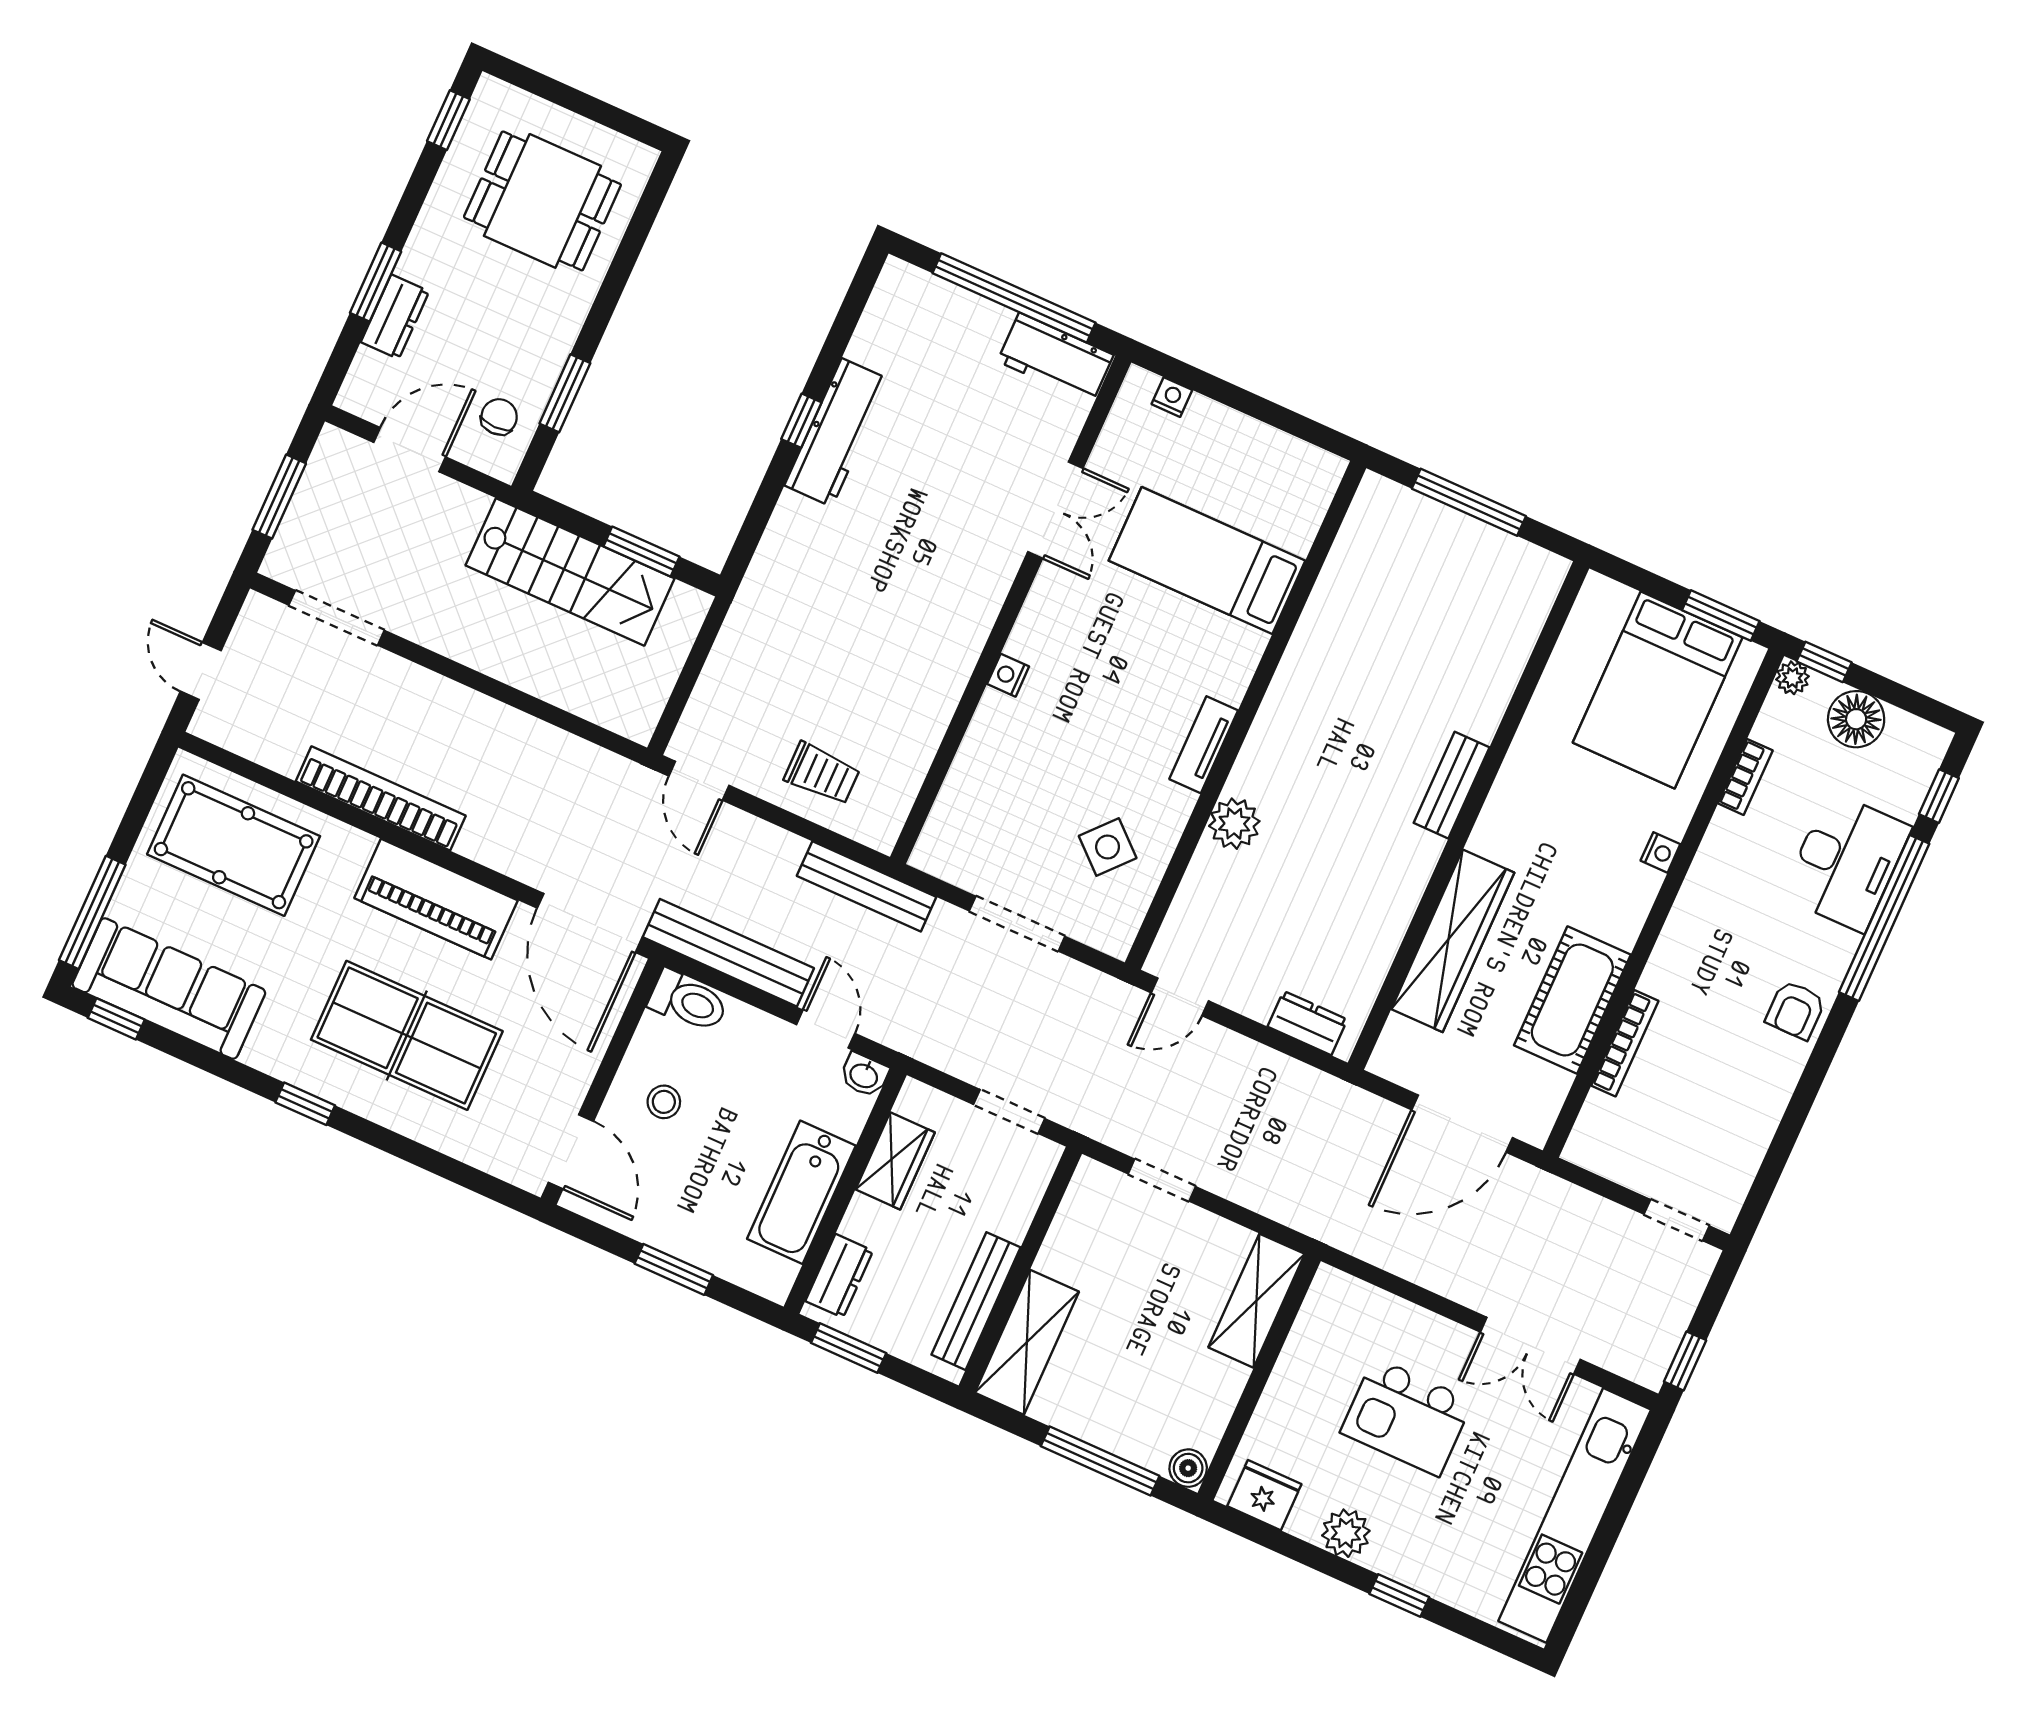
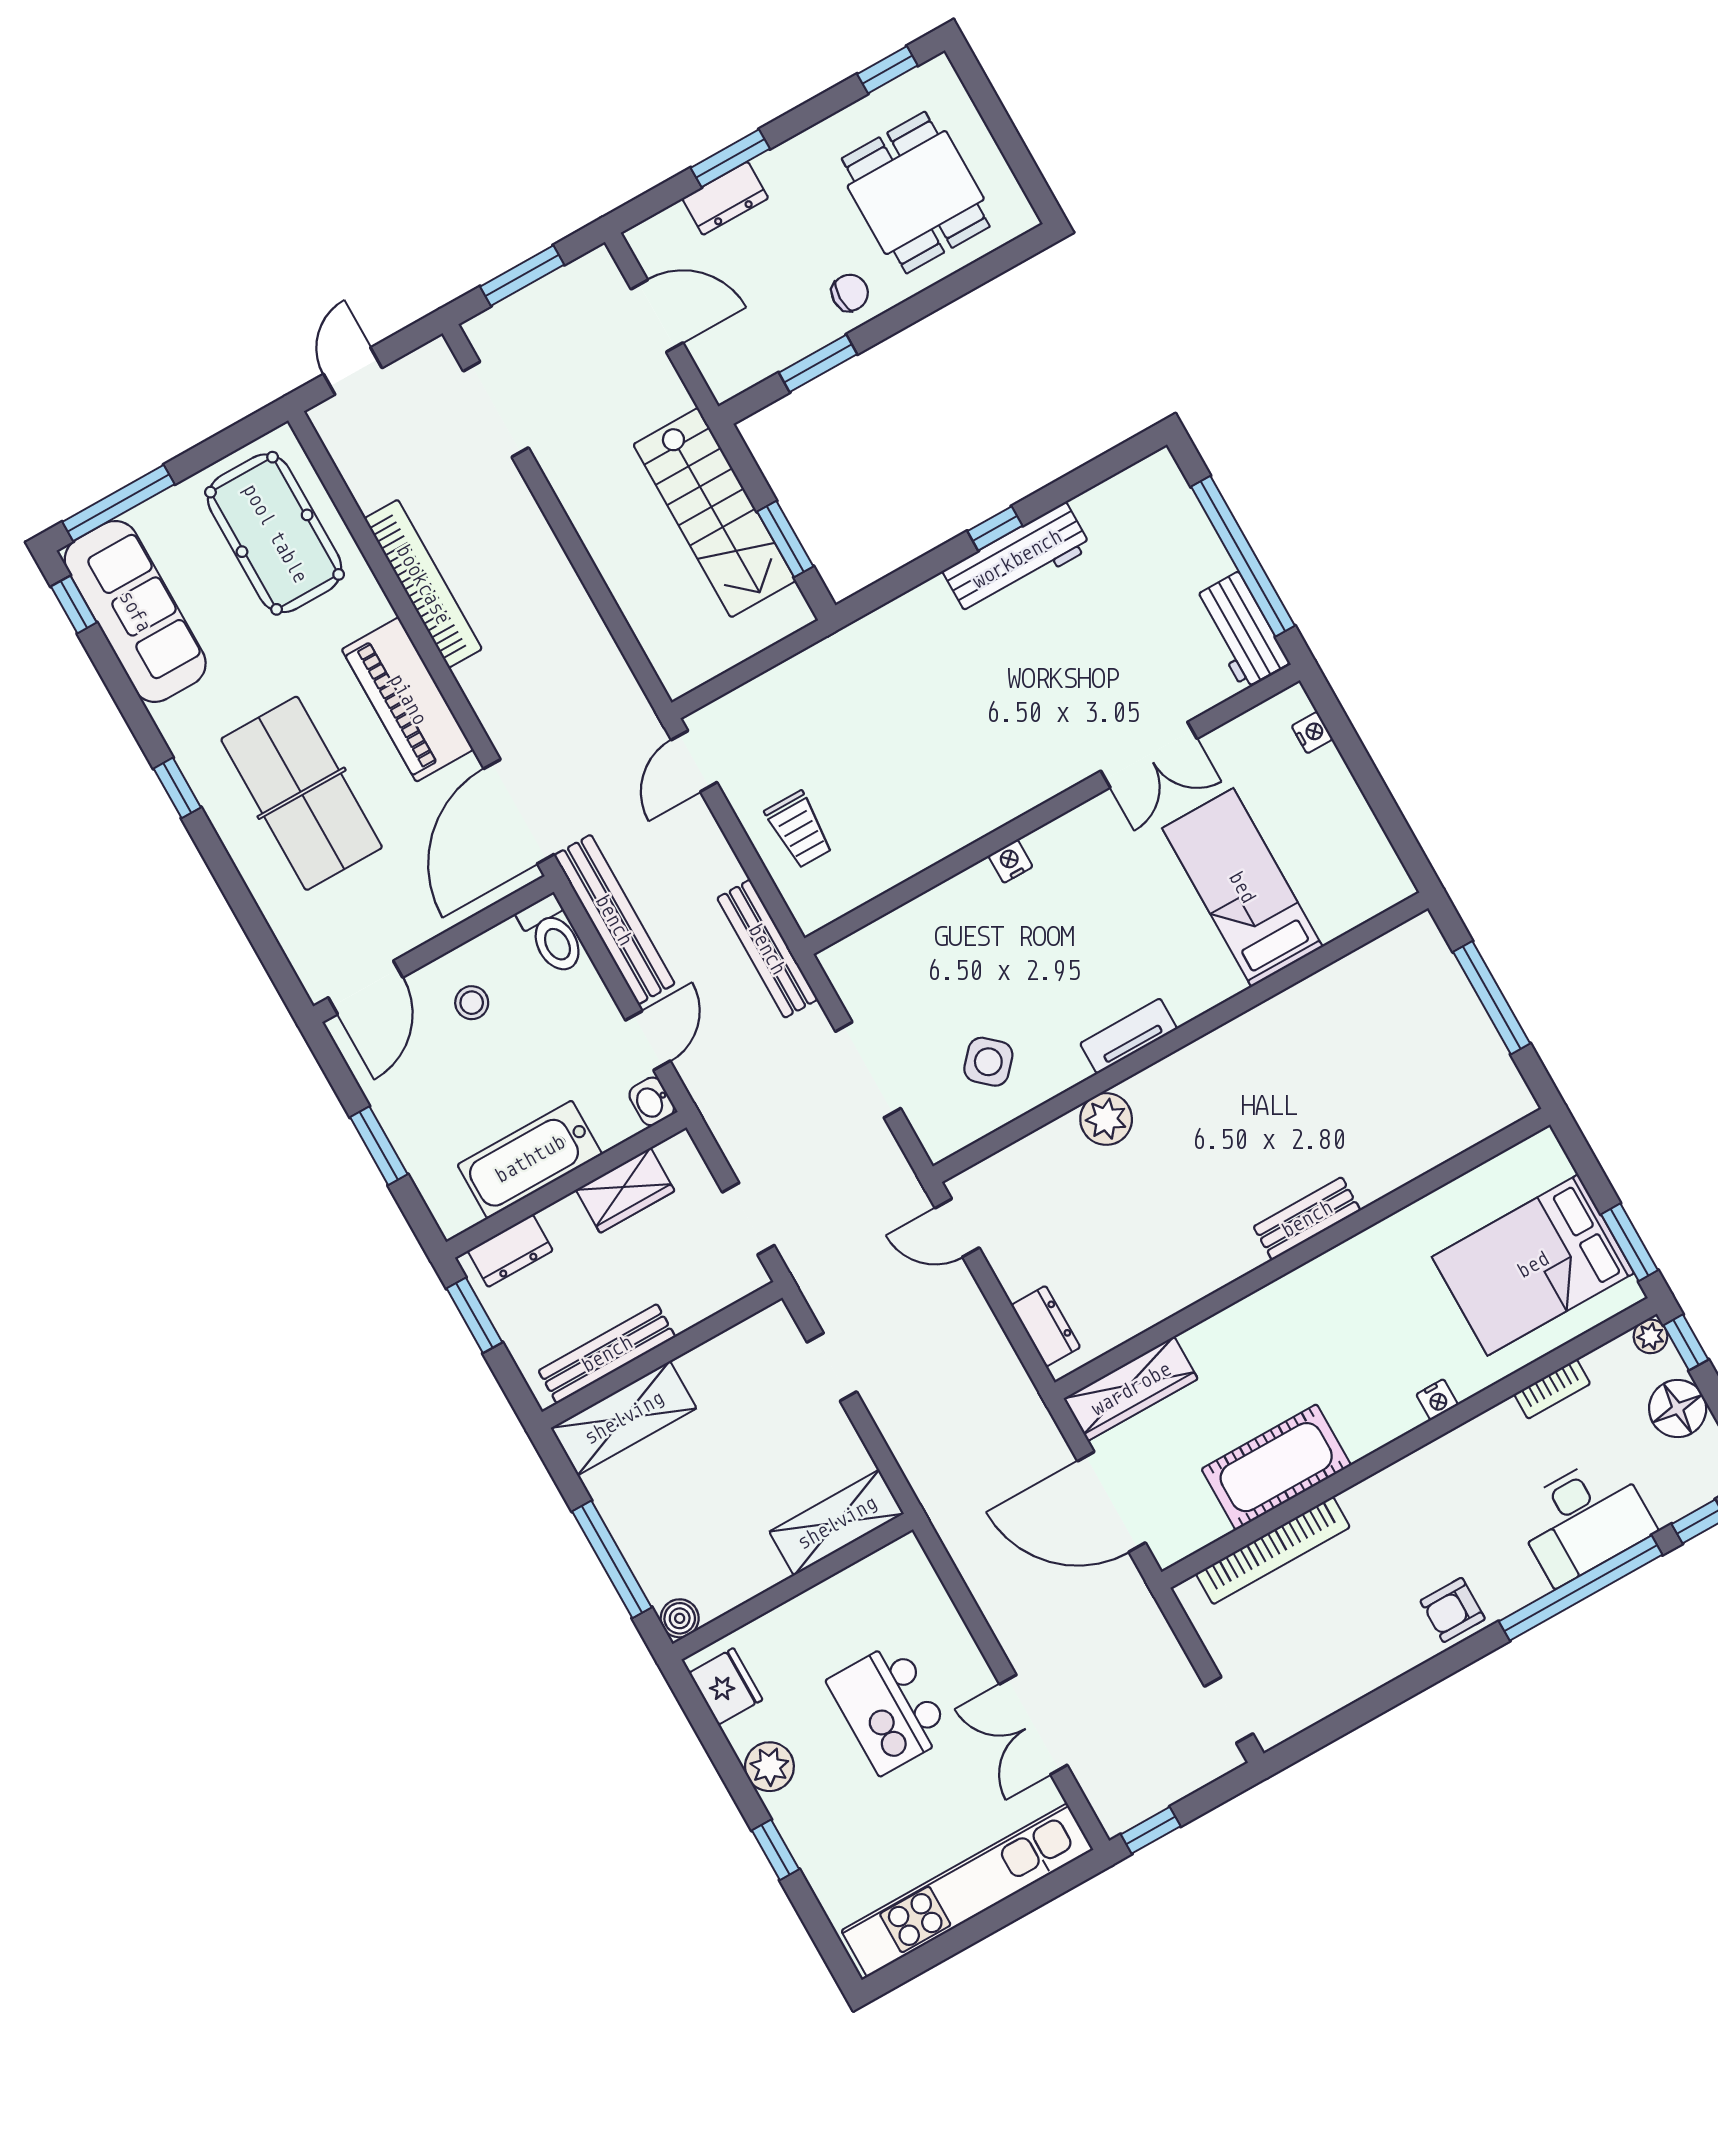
chair: (499, 417) -> (850, 293), moved
wardrobe: (1453, 941) -> (1131, 1389), moved, width x0.71, depth x0.85
bookcase: (1625, 1043) -> (1273, 1550), width x1.48, depth x1.31

